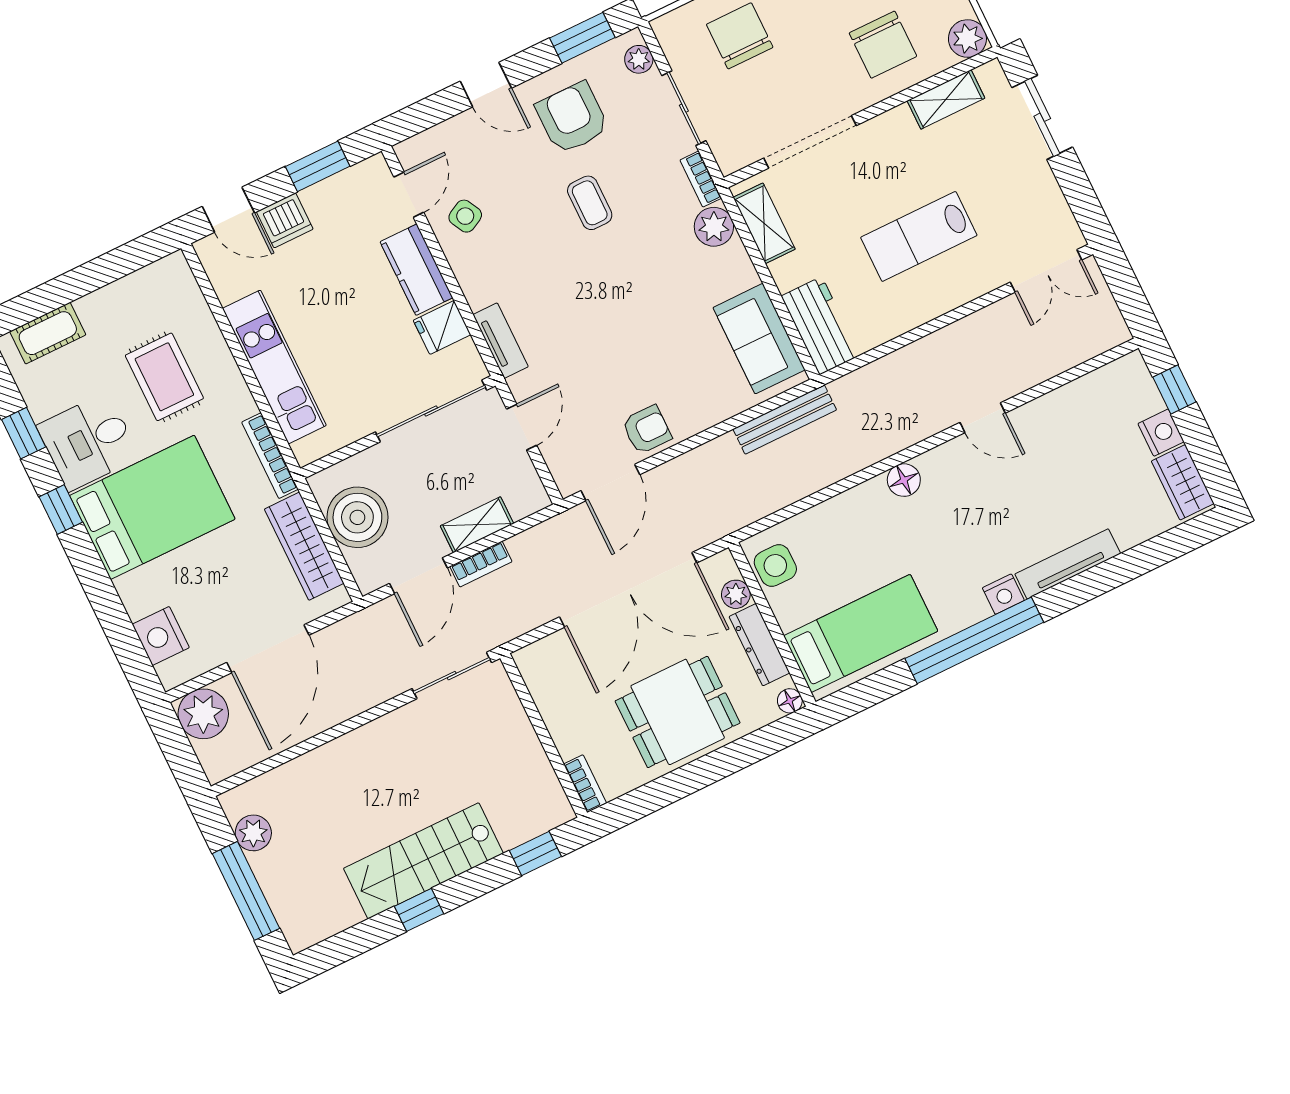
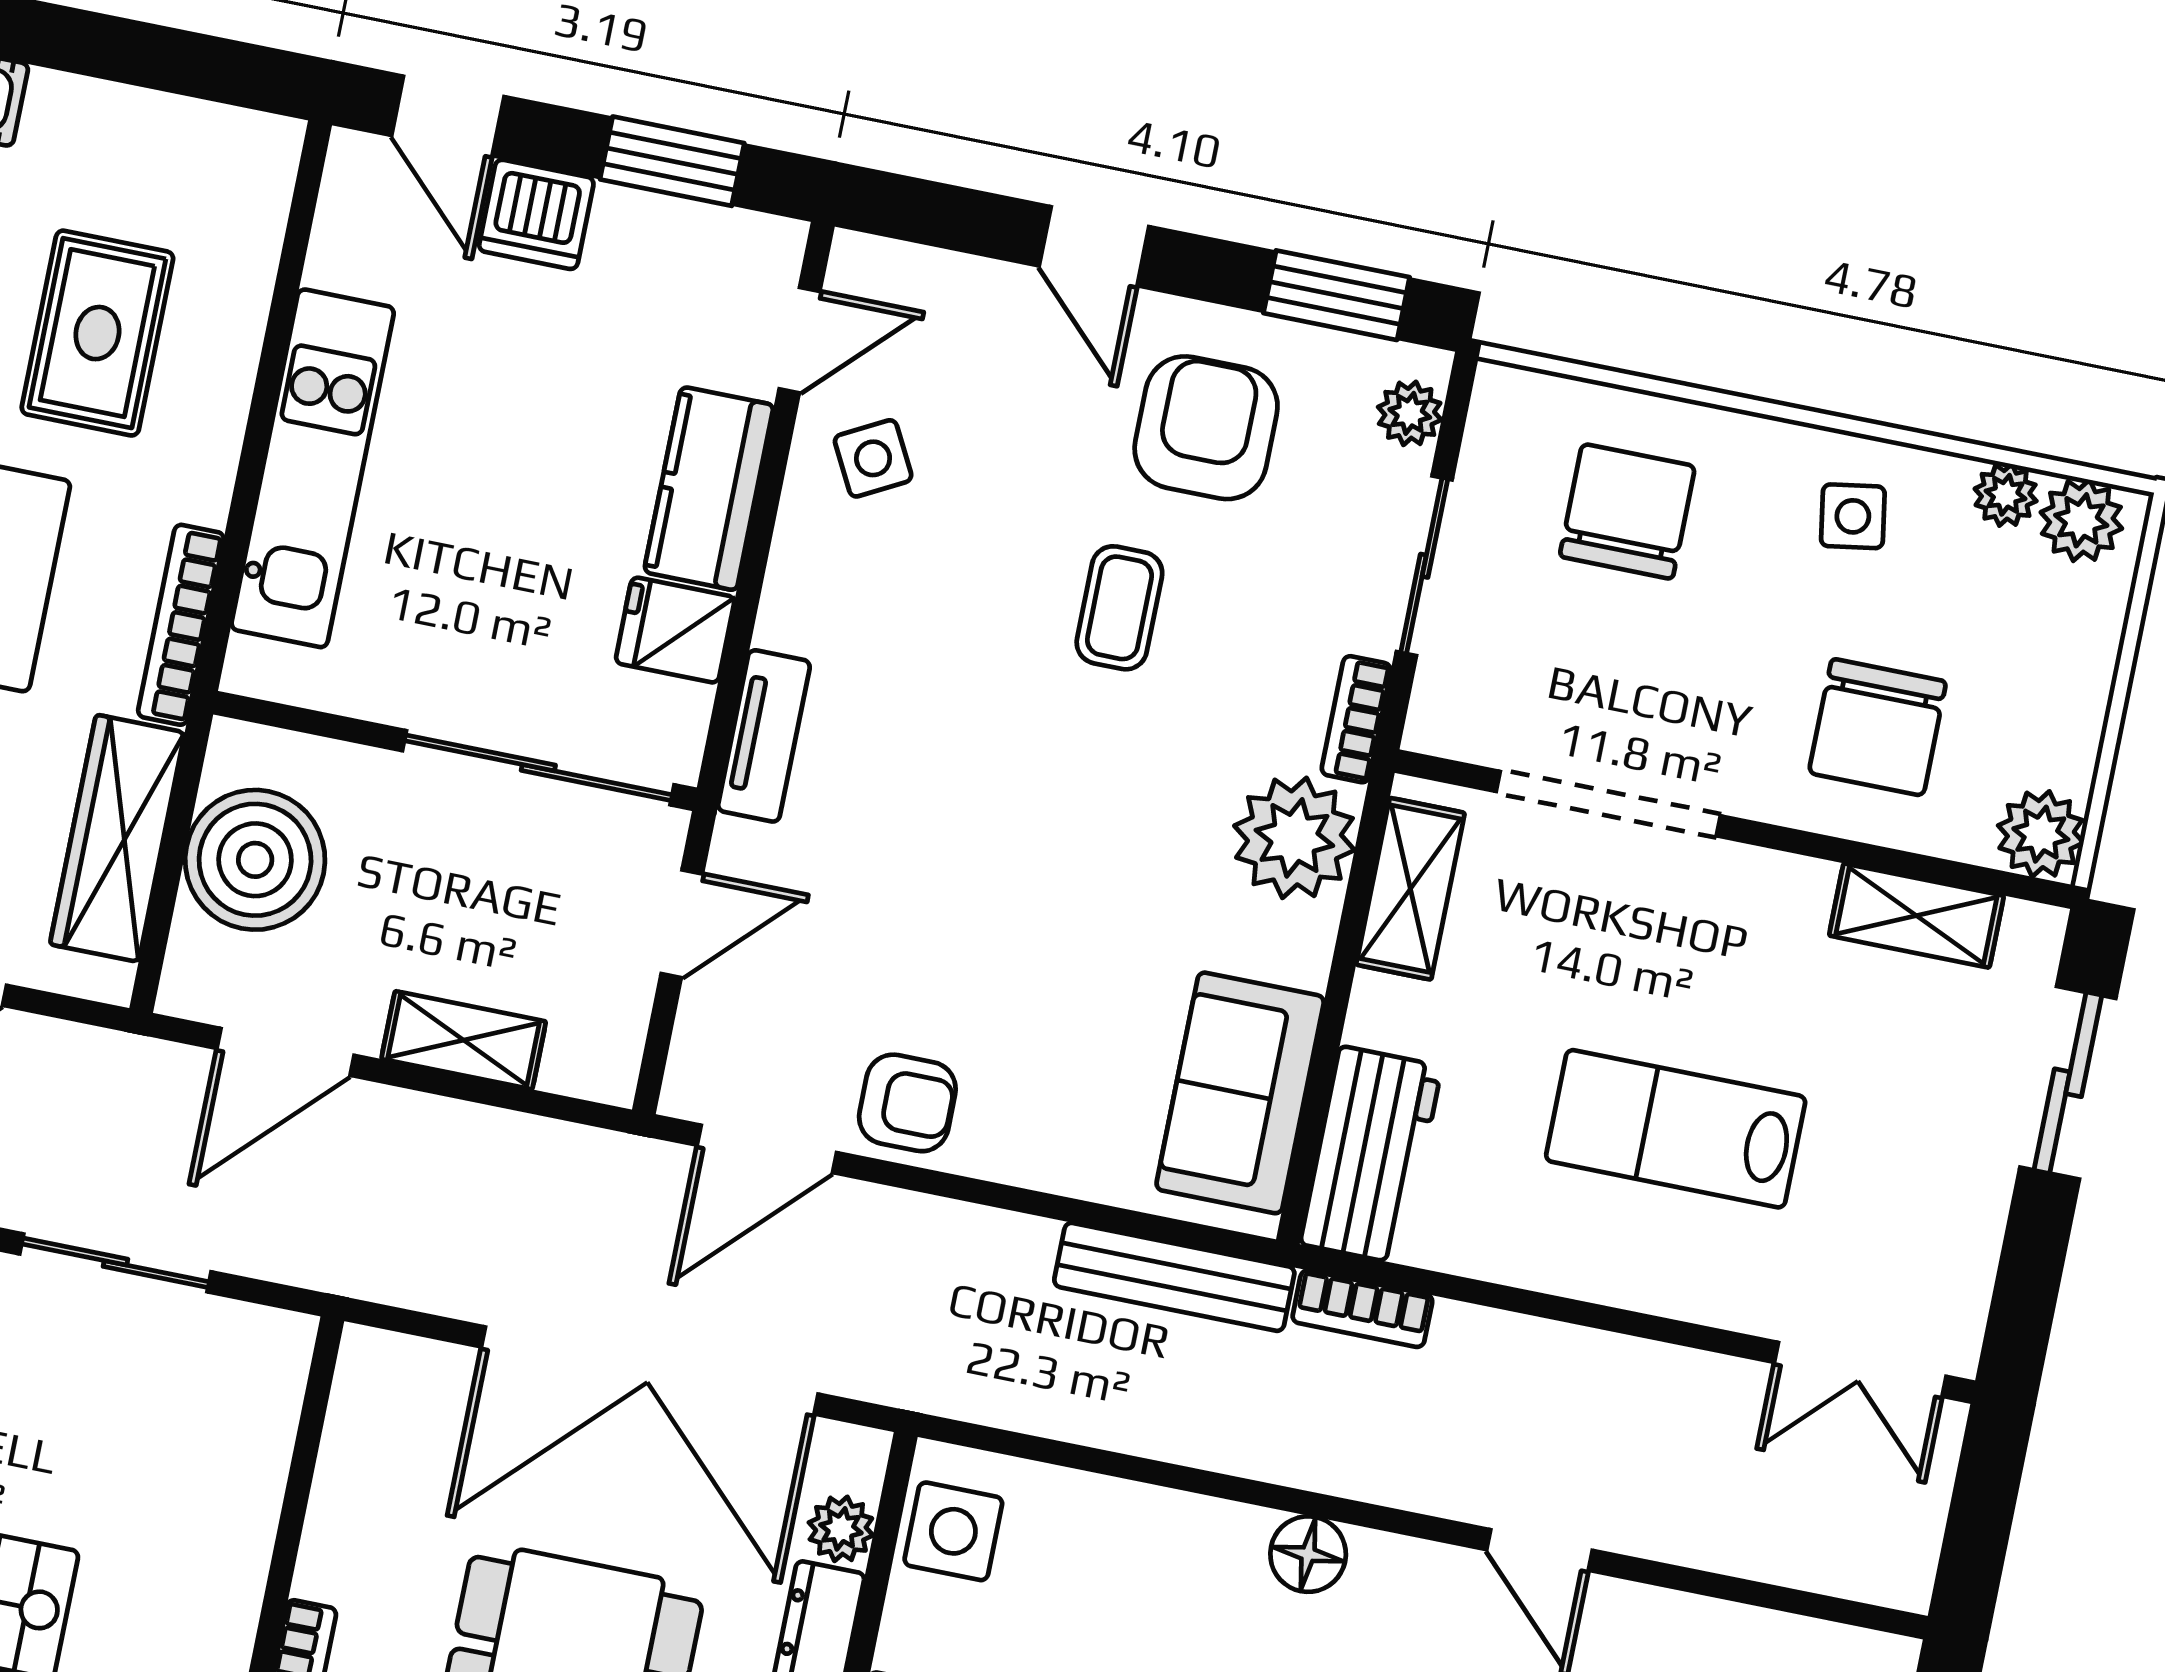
plant: (714, 227) -> (1294, 838), width x1.36, depth x1.36
bookcase: (481, 564) -> (1362, 1309), moved
sliding door: (452, 676) -> (115, 1263), moved

